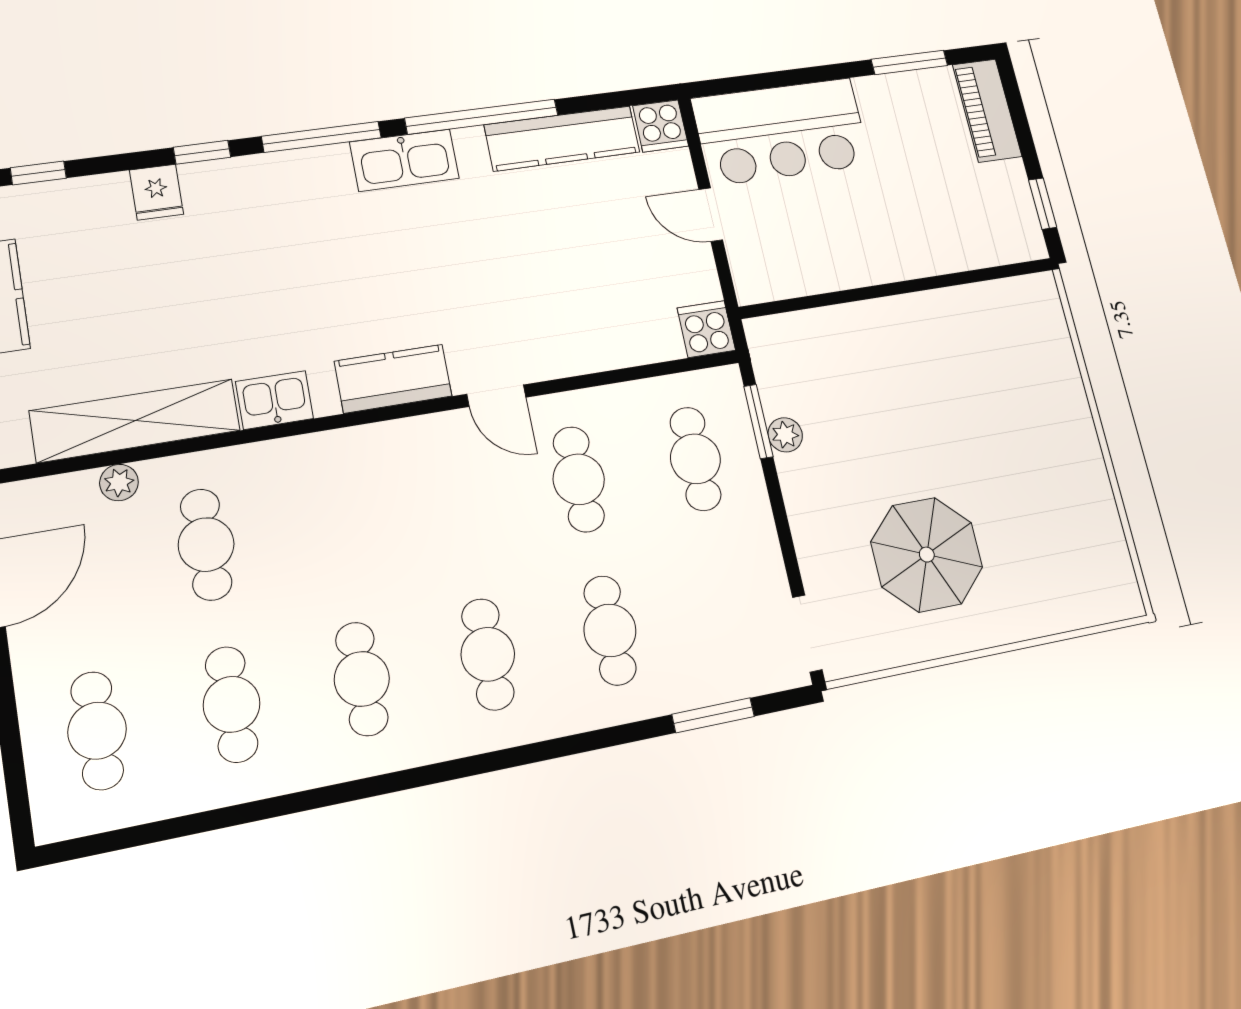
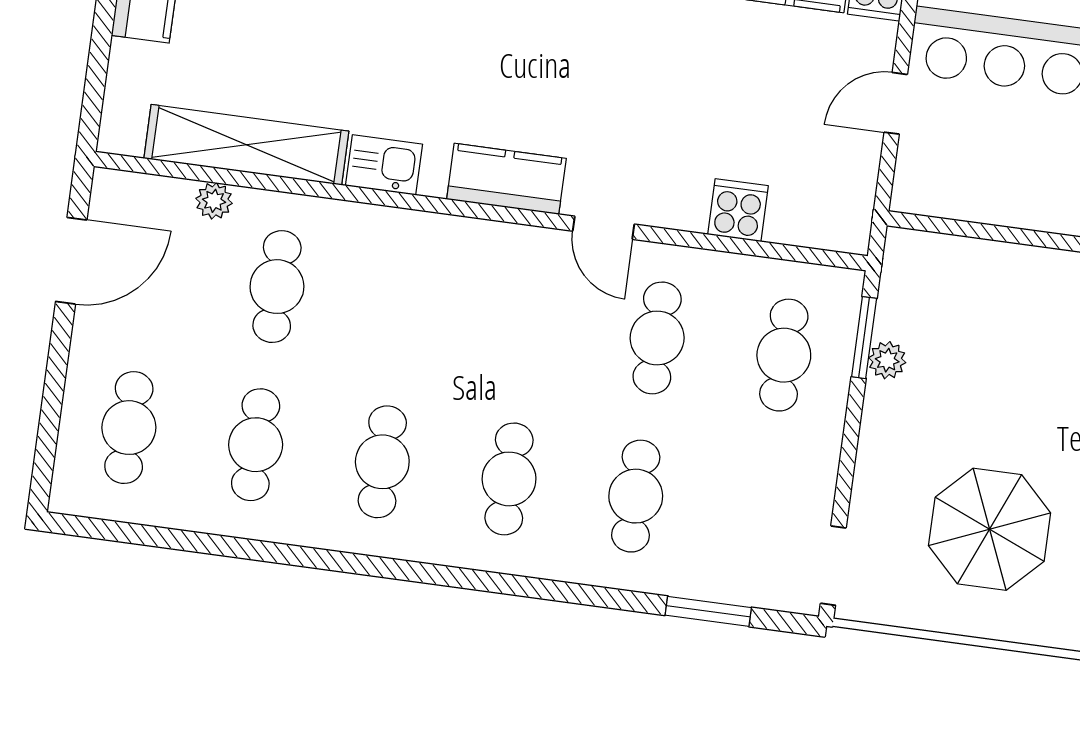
door: (711, 215) -> (896, 103), hinge flipped
cooker: (706, 329) -> (738, 210), moved

